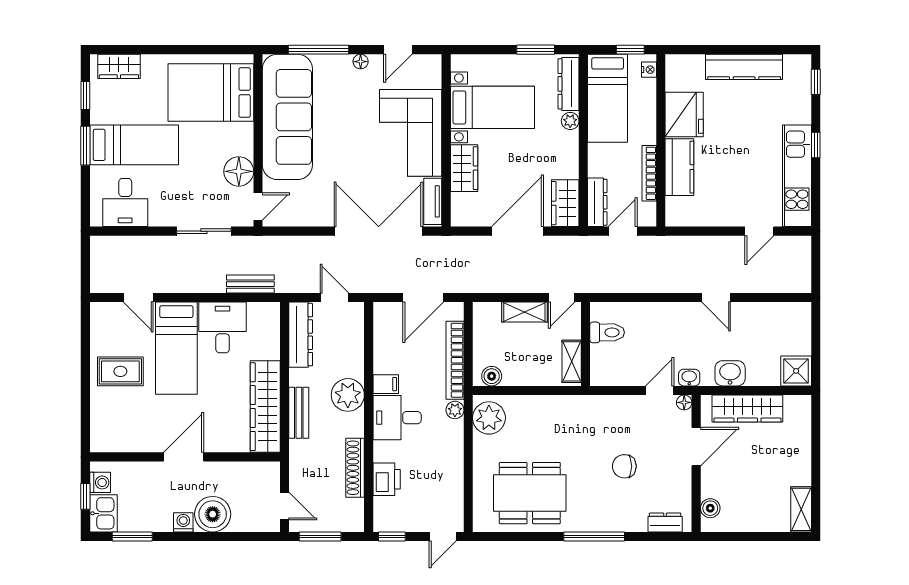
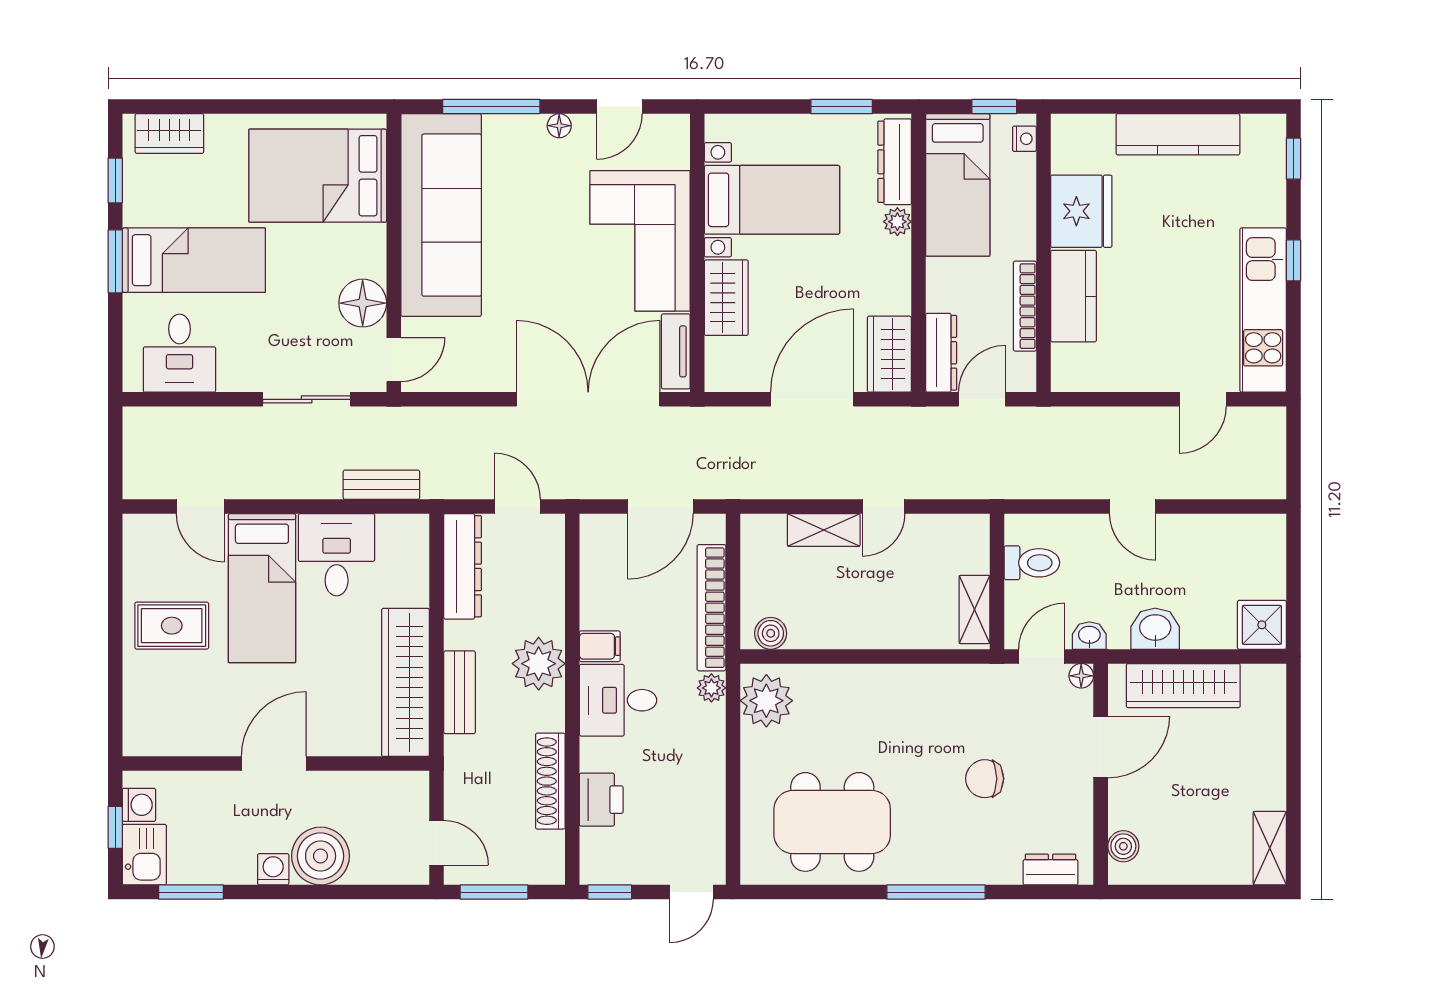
toilet: (607, 332) -> (1032, 563), moved
wall: (586, 344) -> (997, 581), moved
shelving: (572, 361) -> (975, 609), moved

